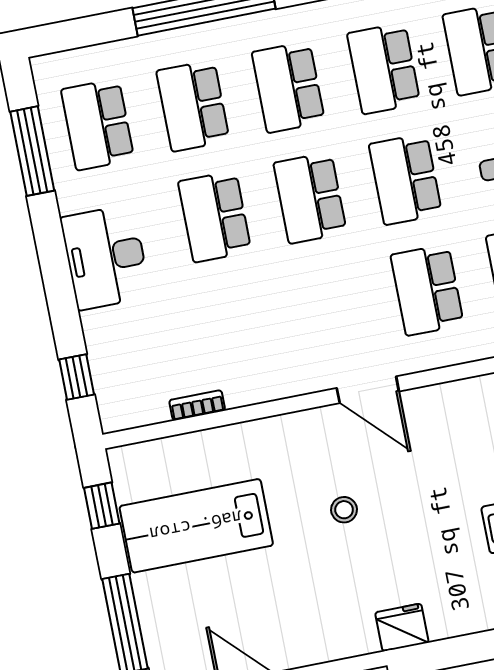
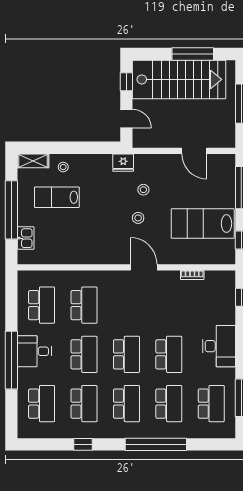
door: (368, 390) -> (144, 267), moved
lab bench: (196, 526) -> (203, 224), turned 180
stool: (344, 576) -> (143, 190), added

